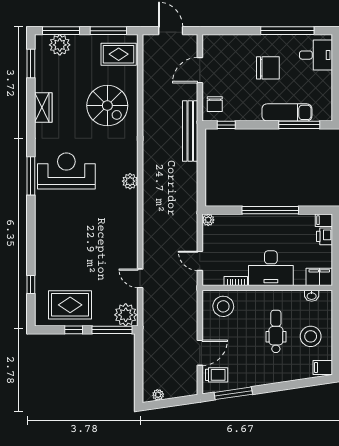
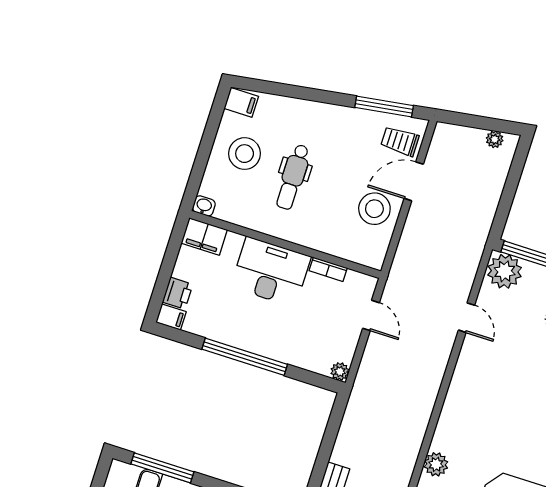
washbasin: (312, 296) -> (204, 206), moved
stool: (223, 306) -> (374, 209), moved

